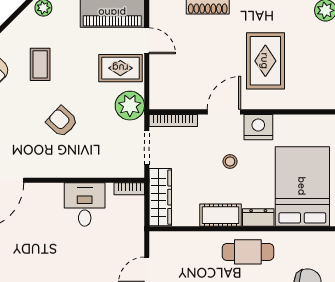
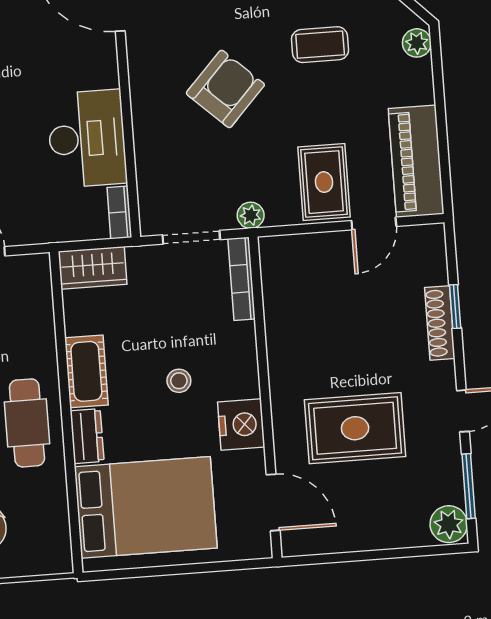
plant: (130, 106) -> (251, 215), width x0.53, depth x0.53
door: (224, 112) -> (273, 502), moved
armchair: (62, 122) -> (225, 89), width x1.38, depth x1.38
wardrobe: (160, 197) -> (93, 268), width x0.67
desk: (85, 205) -> (87, 139), width x1.37

